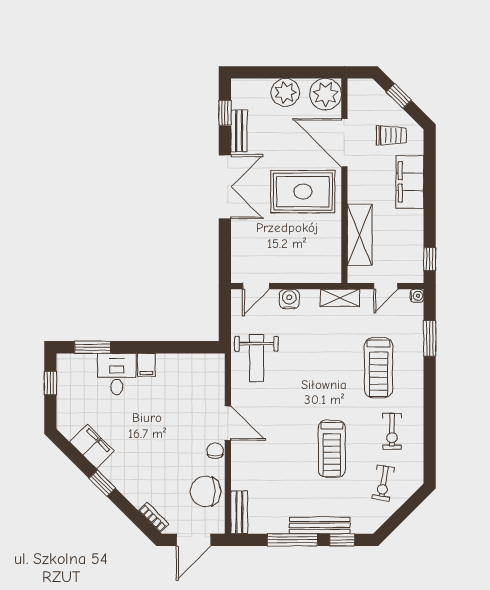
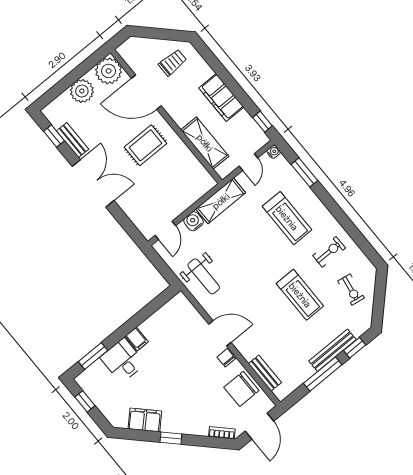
window: (399, 96) -> (157, 33), removed
filing cabinet: (410, 182) -> (221, 98), moved
rug: (303, 192) -> (146, 145), width x0.73, depth x0.70
shelving: (340, 298) -> (221, 201), width x1.50, depth x1.33
exercise bike: (392, 431) -> (329, 252), turned -90
bench: (239, 512) -> (265, 373), moved

